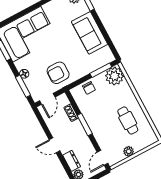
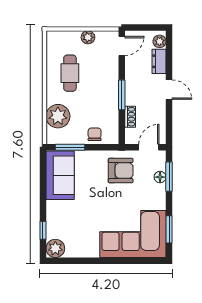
sofa: (90, 33) -> (60, 175), moved
floor lamp: (24, 74) -> (160, 177), moved
plant: (114, 76) -> (58, 116), moved

